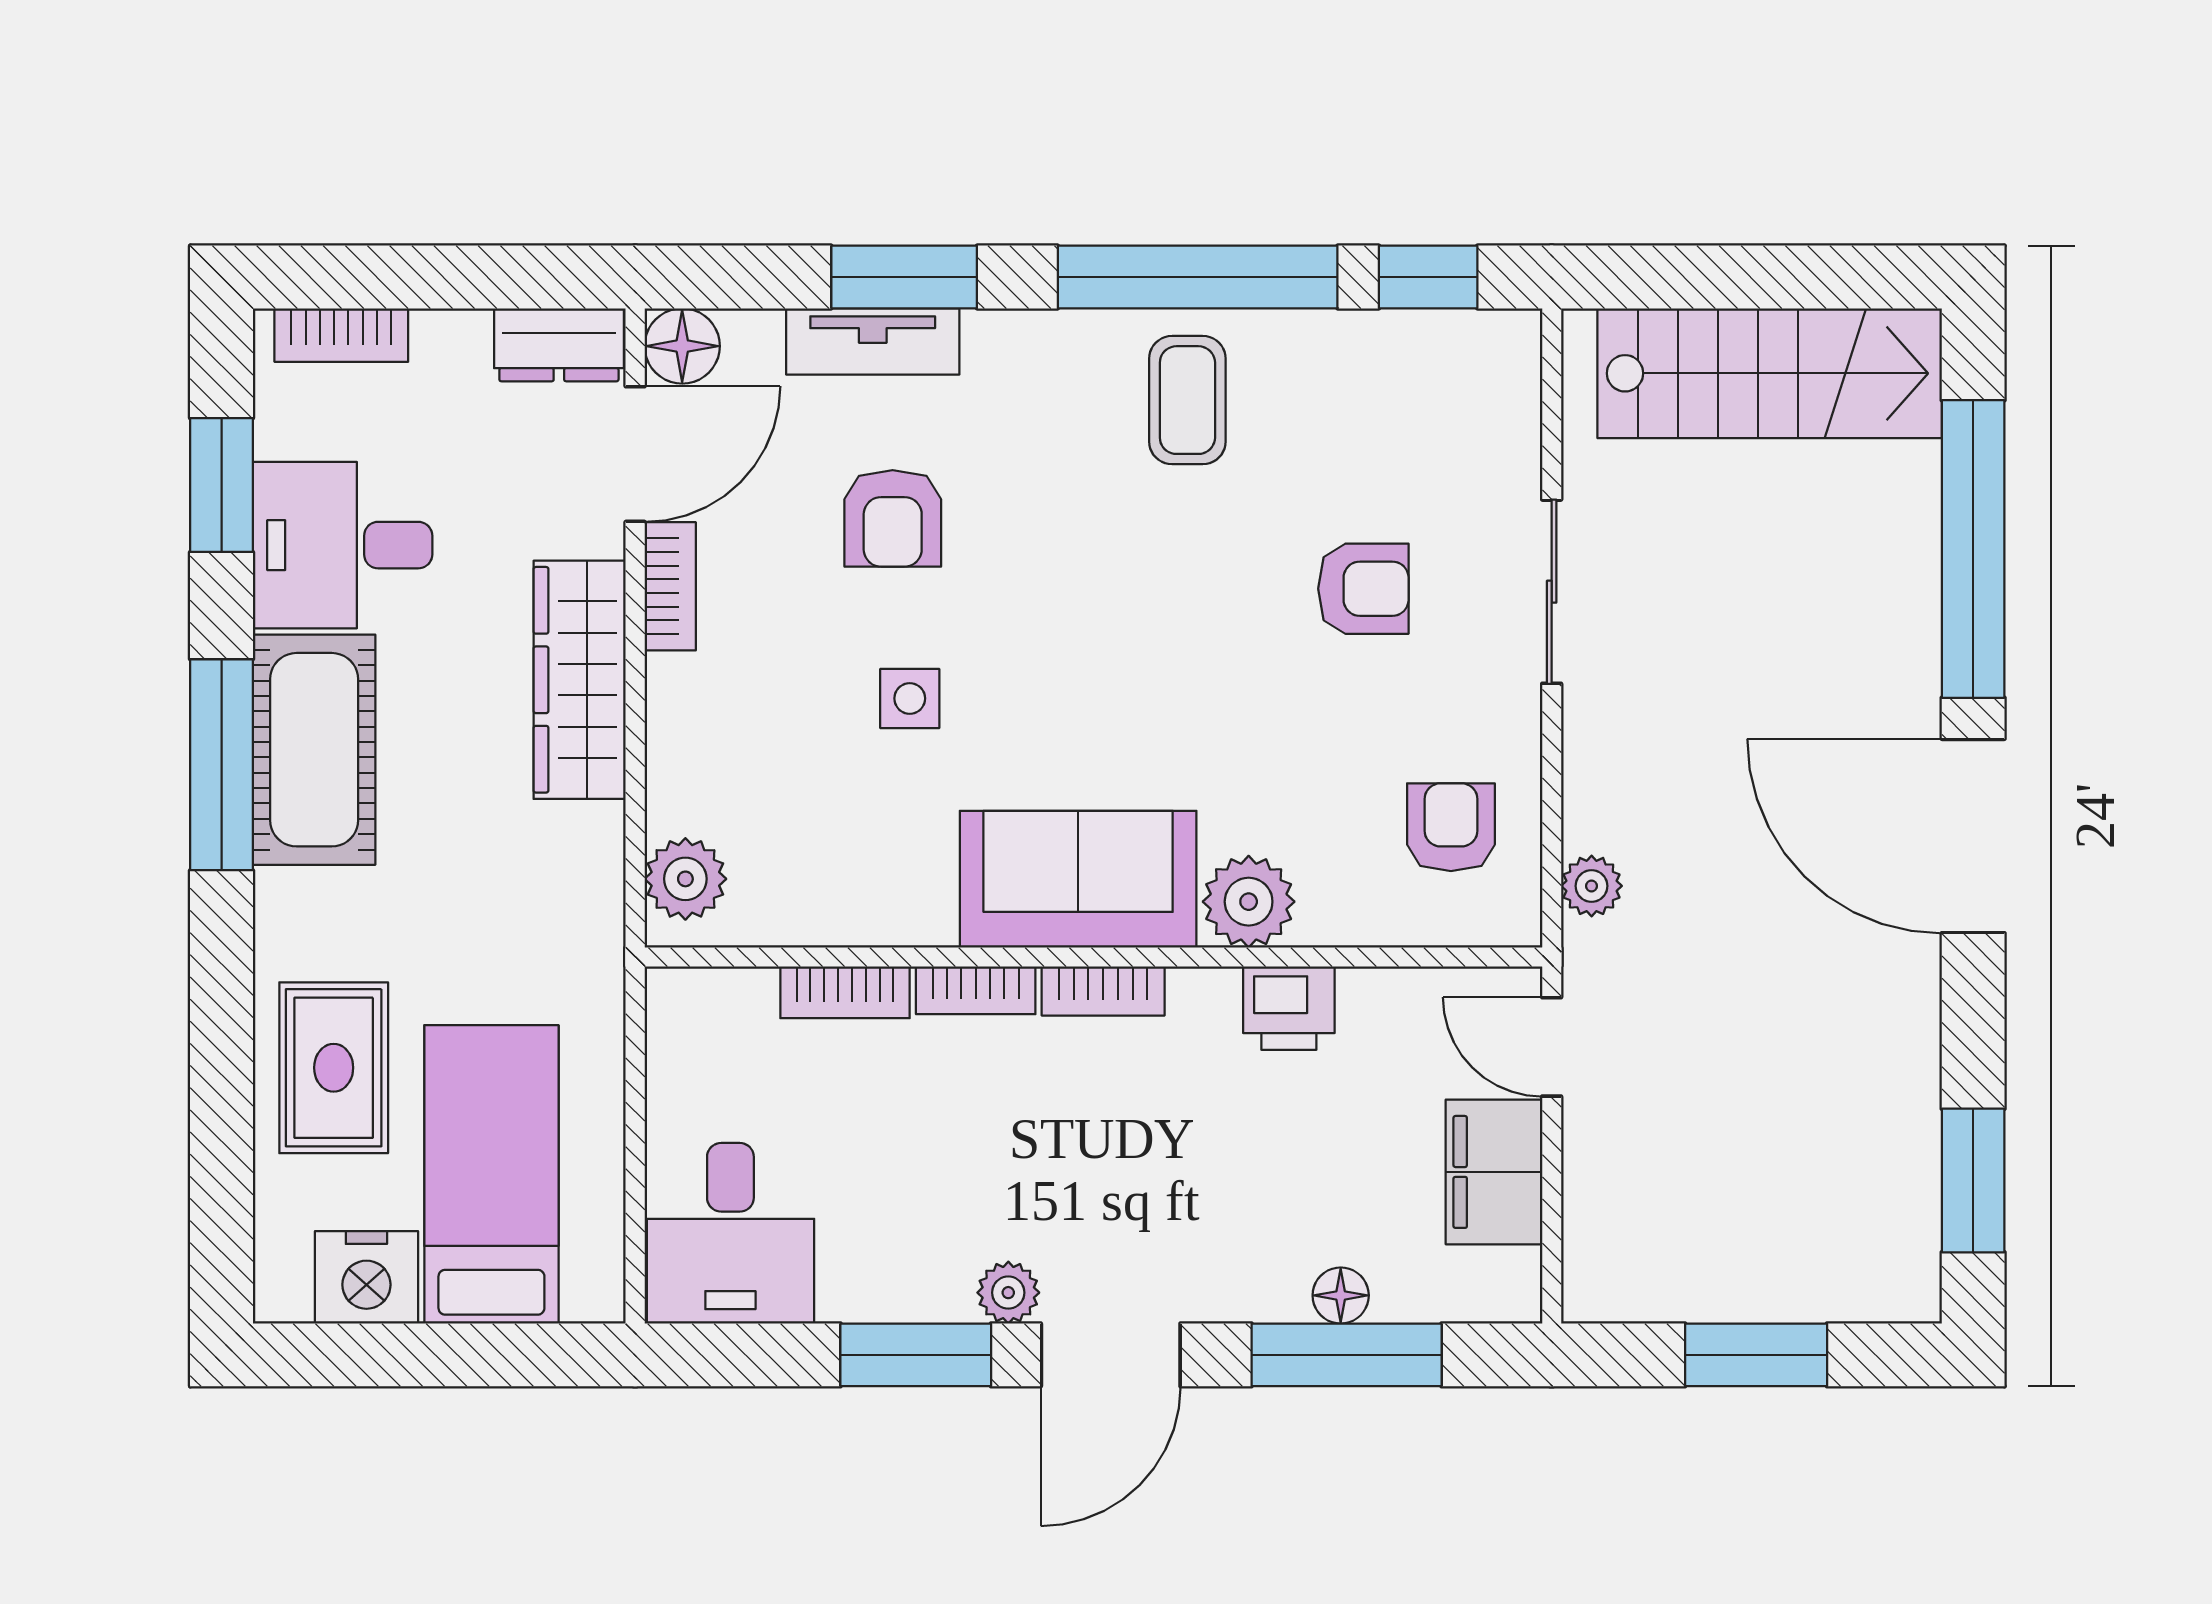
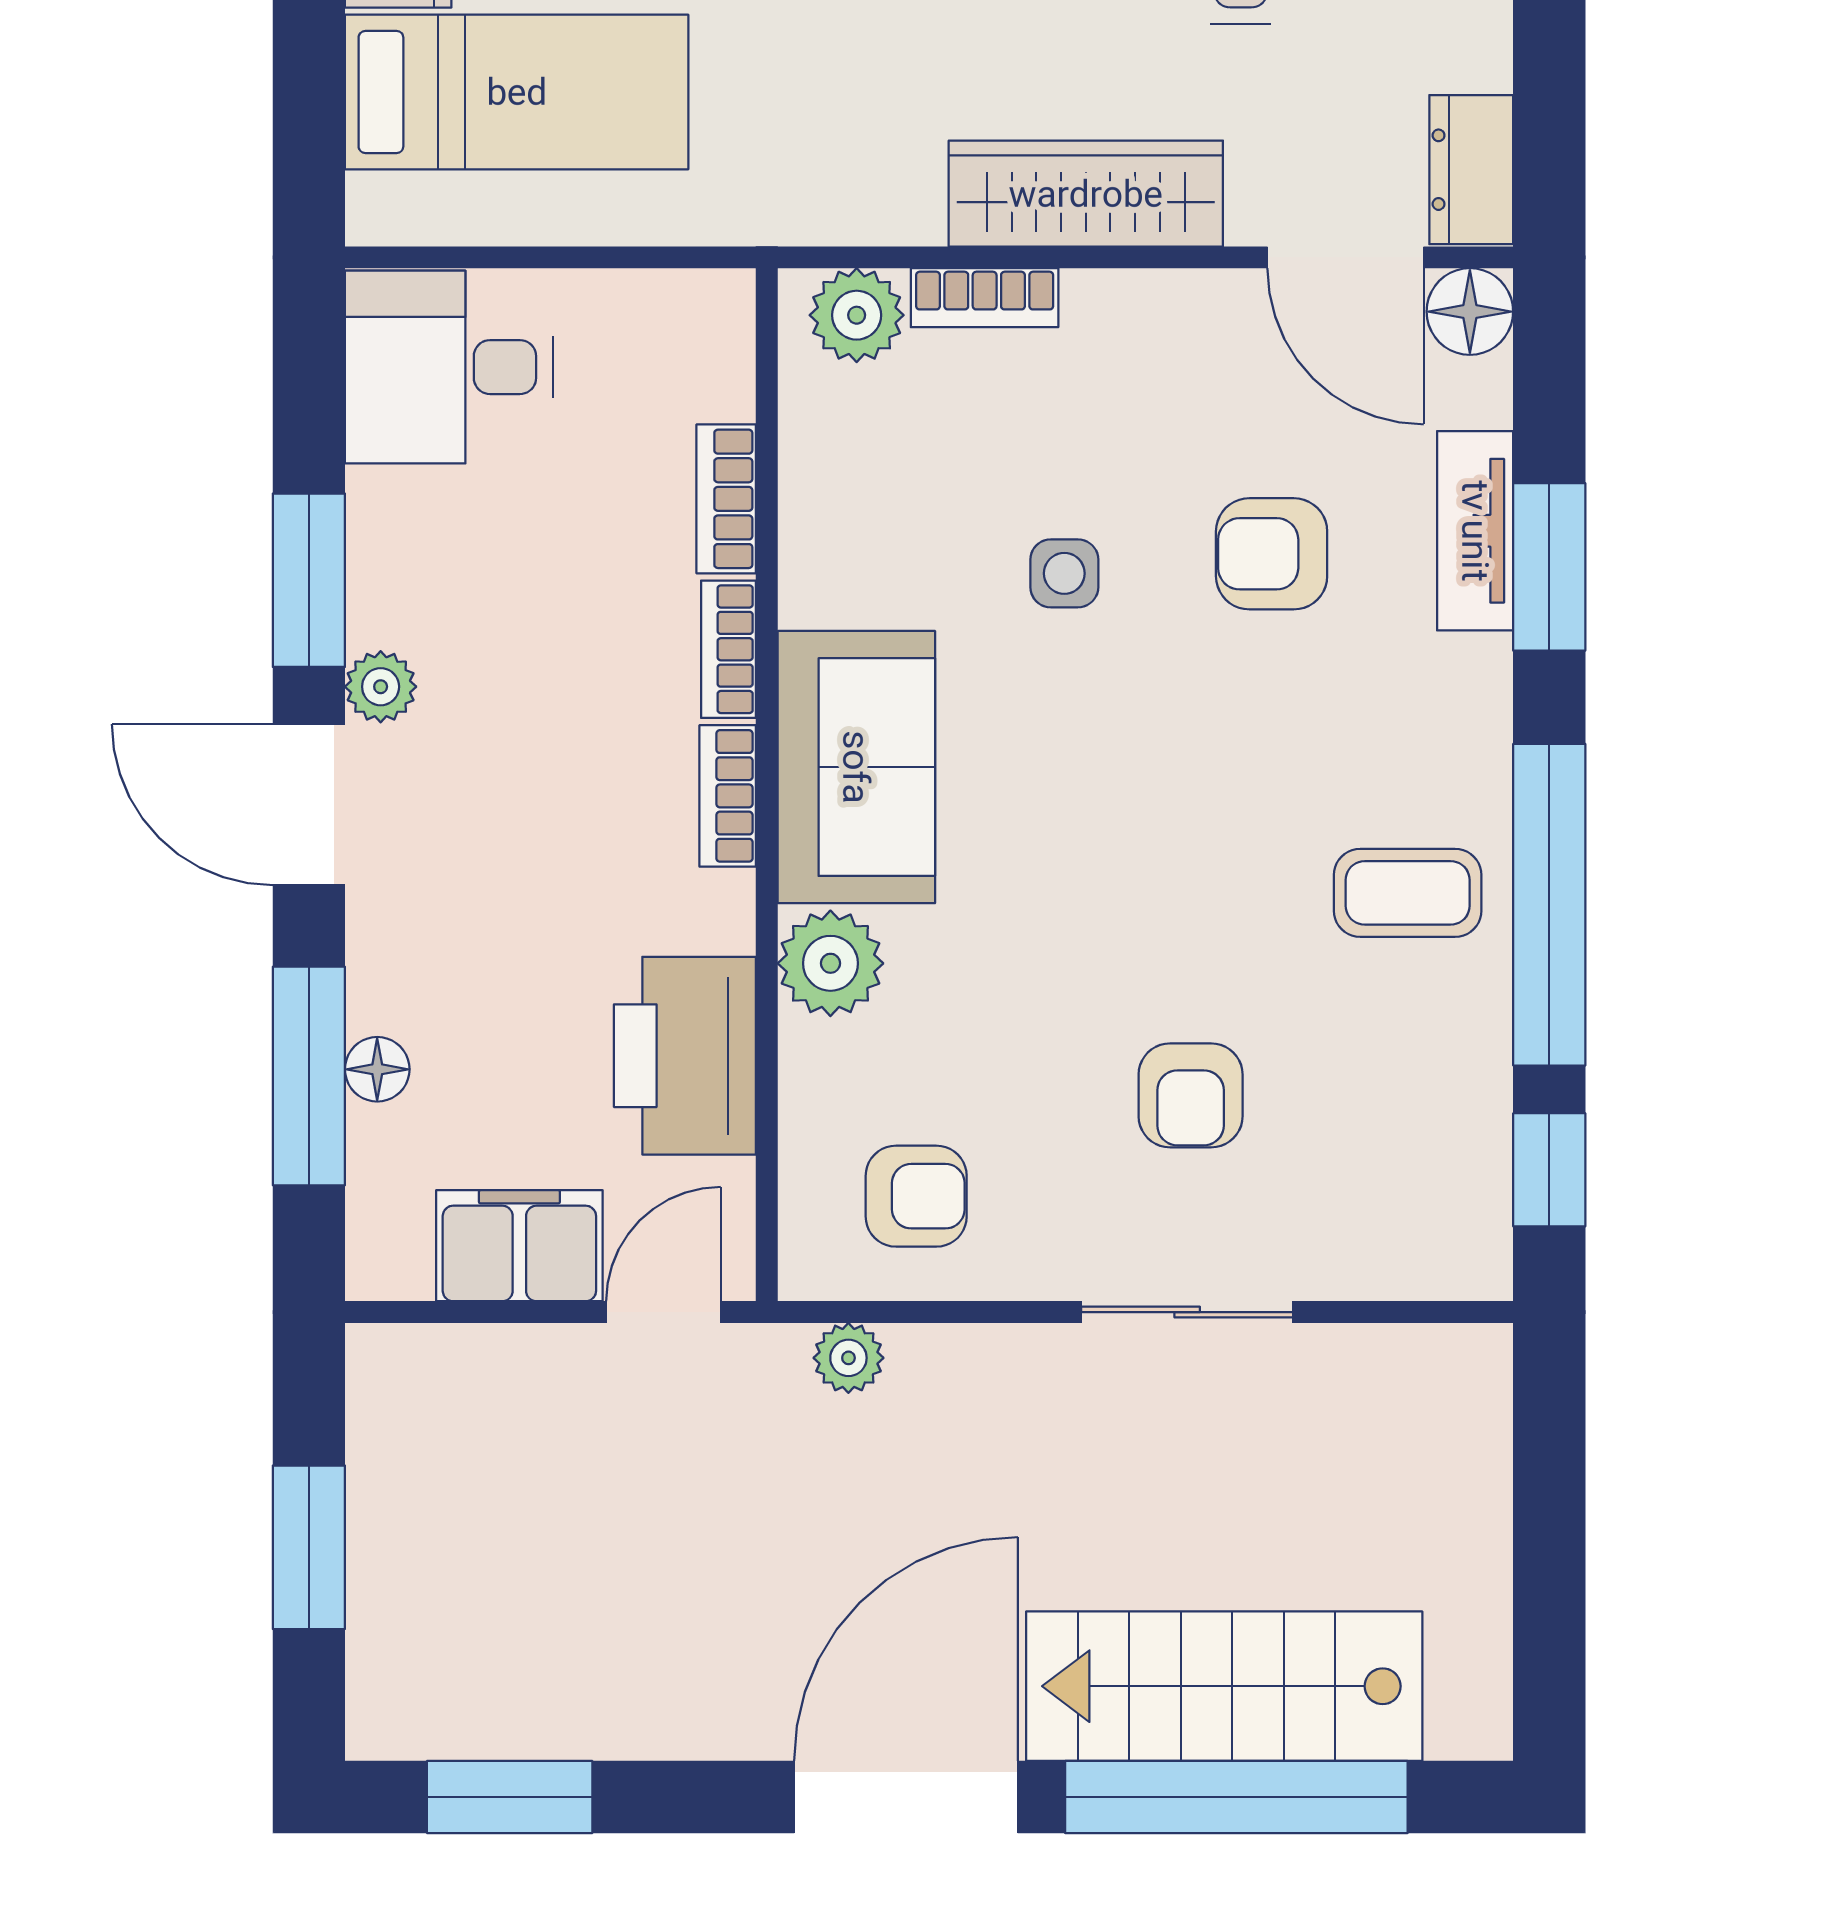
stairs: (1770, 373) -> (1224, 1686), moved, turned 90
bookcase: (670, 586) -> (985, 298), moved
printer: (1289, 1008) -> (685, 1056), width x1.87, depth x1.48

